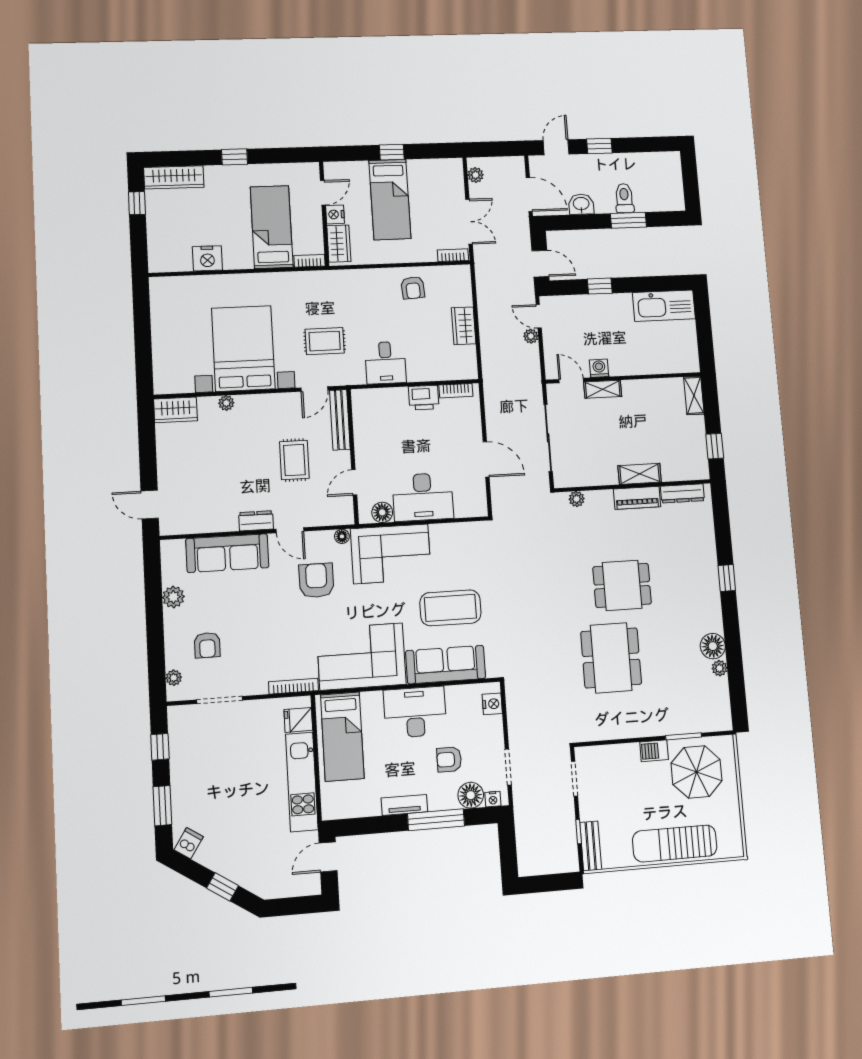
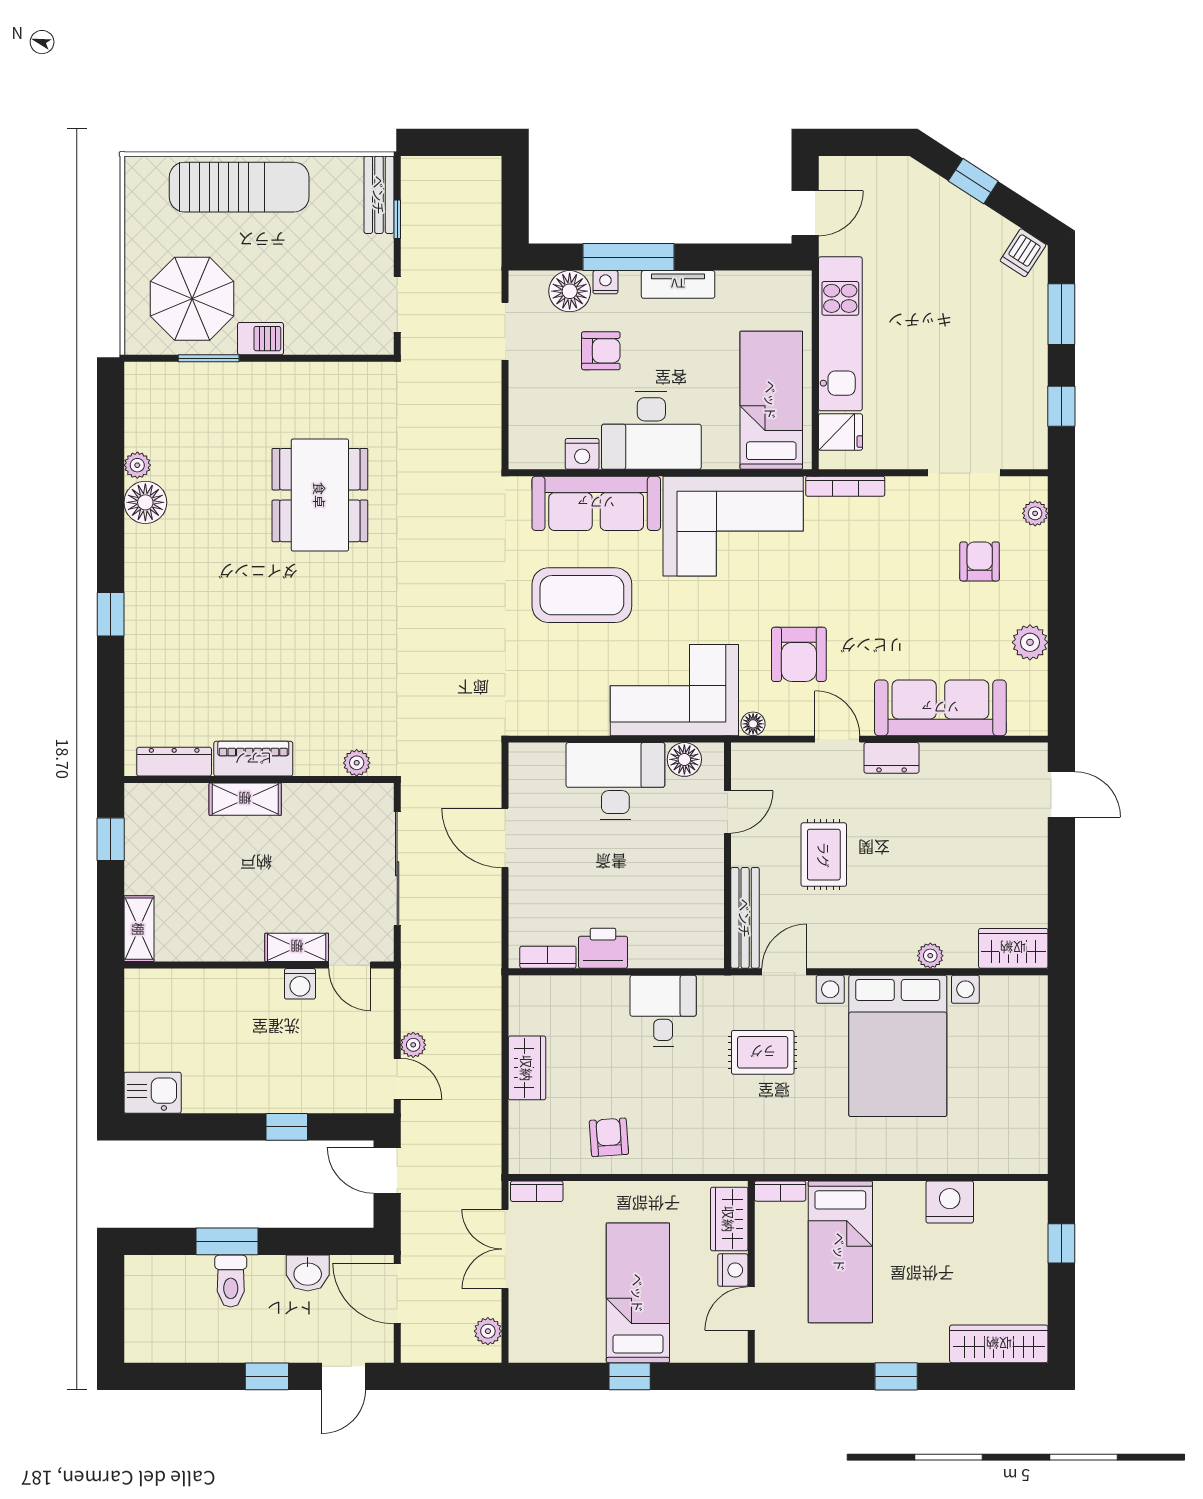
window: (137, 203) -> (1061, 1243), moved
kitchen sink: (664, 306) -> (153, 1093), width x0.53, depth x0.81
dining table: (622, 585) -> (291, 613), removed
nightstand: (492, 704) -> (582, 454), moved, turned -90
nightstand: (493, 799) -> (605, 282), moved

